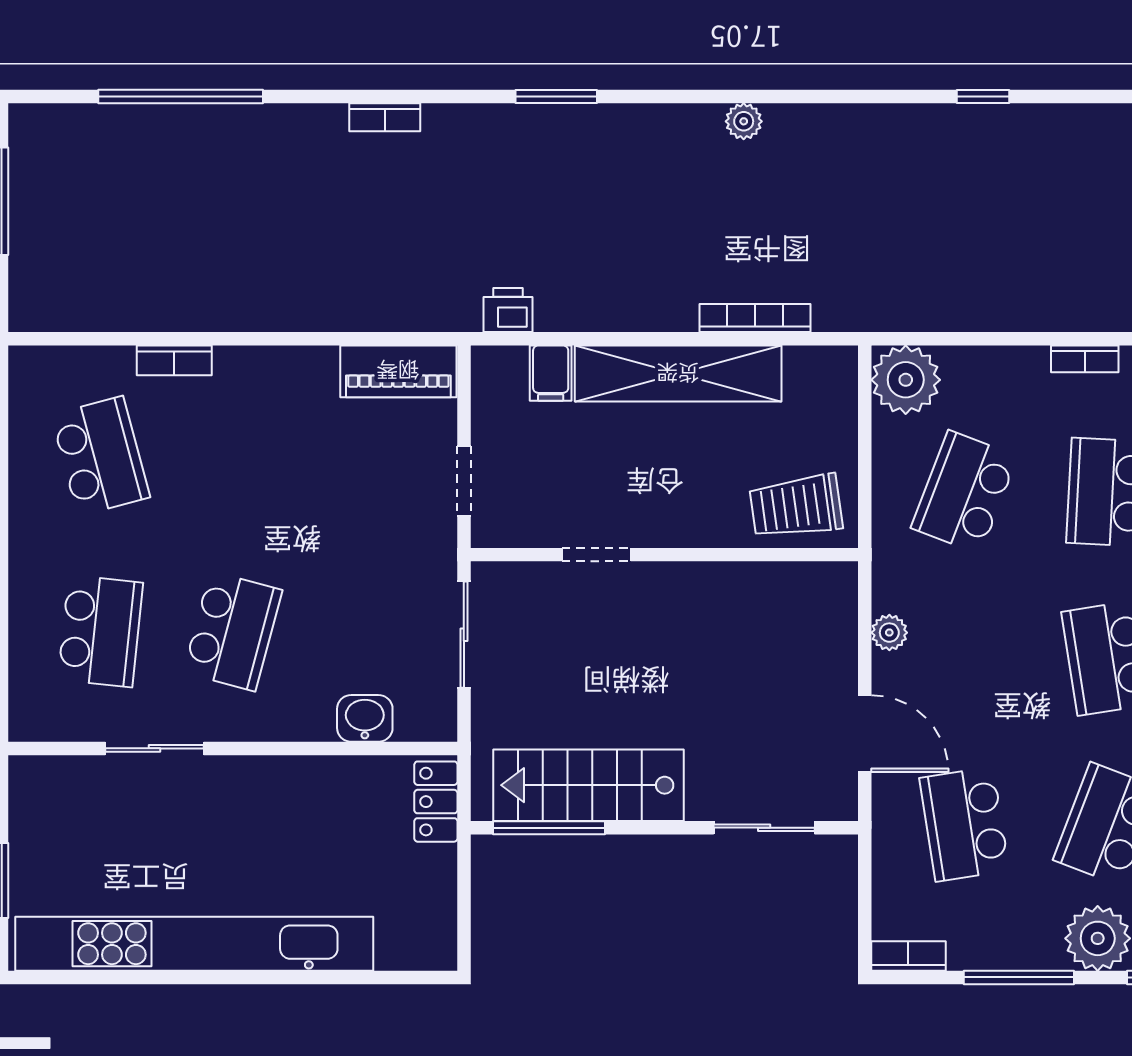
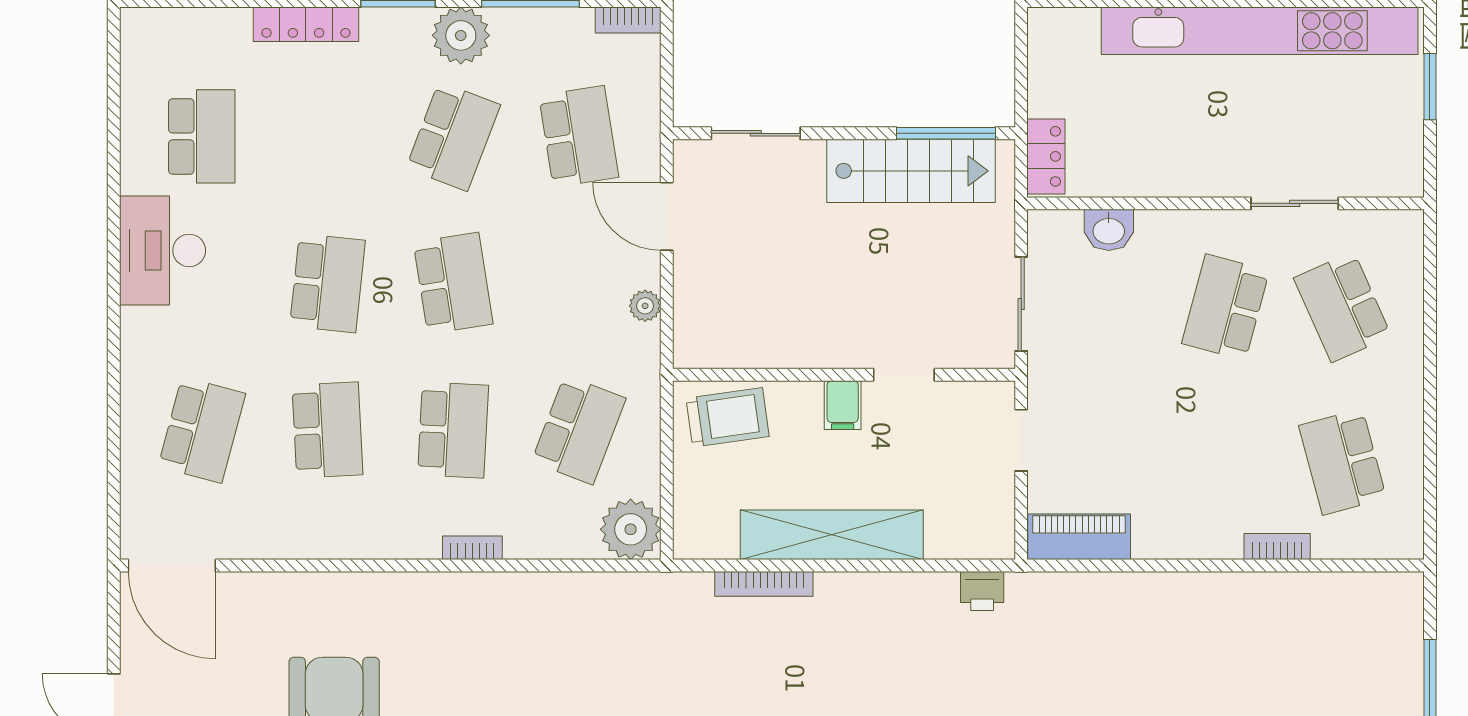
filing cabinet: (551, 373) -> (843, 405), moved, turned 180
school desk: (100, 631) -> (1342, 307), turned -30

